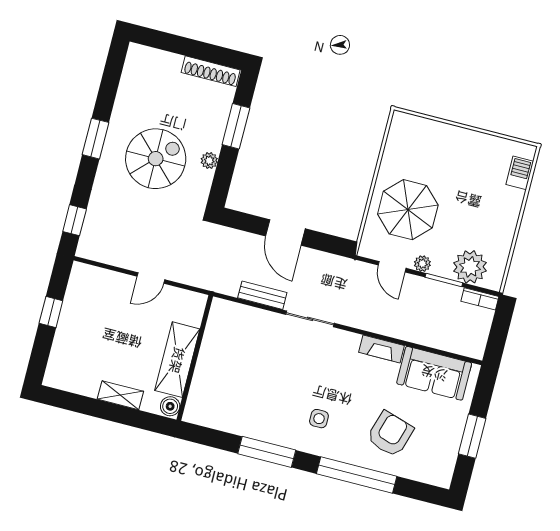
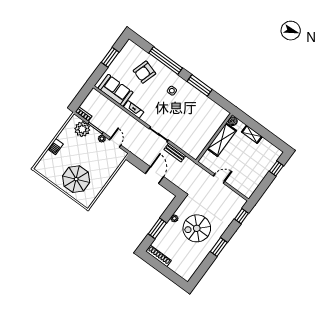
barbecue: (520, 173) -> (55, 147), moved
parasol: (408, 210) -> (76, 179), moved
window: (51, 312) -> (276, 169), moved

